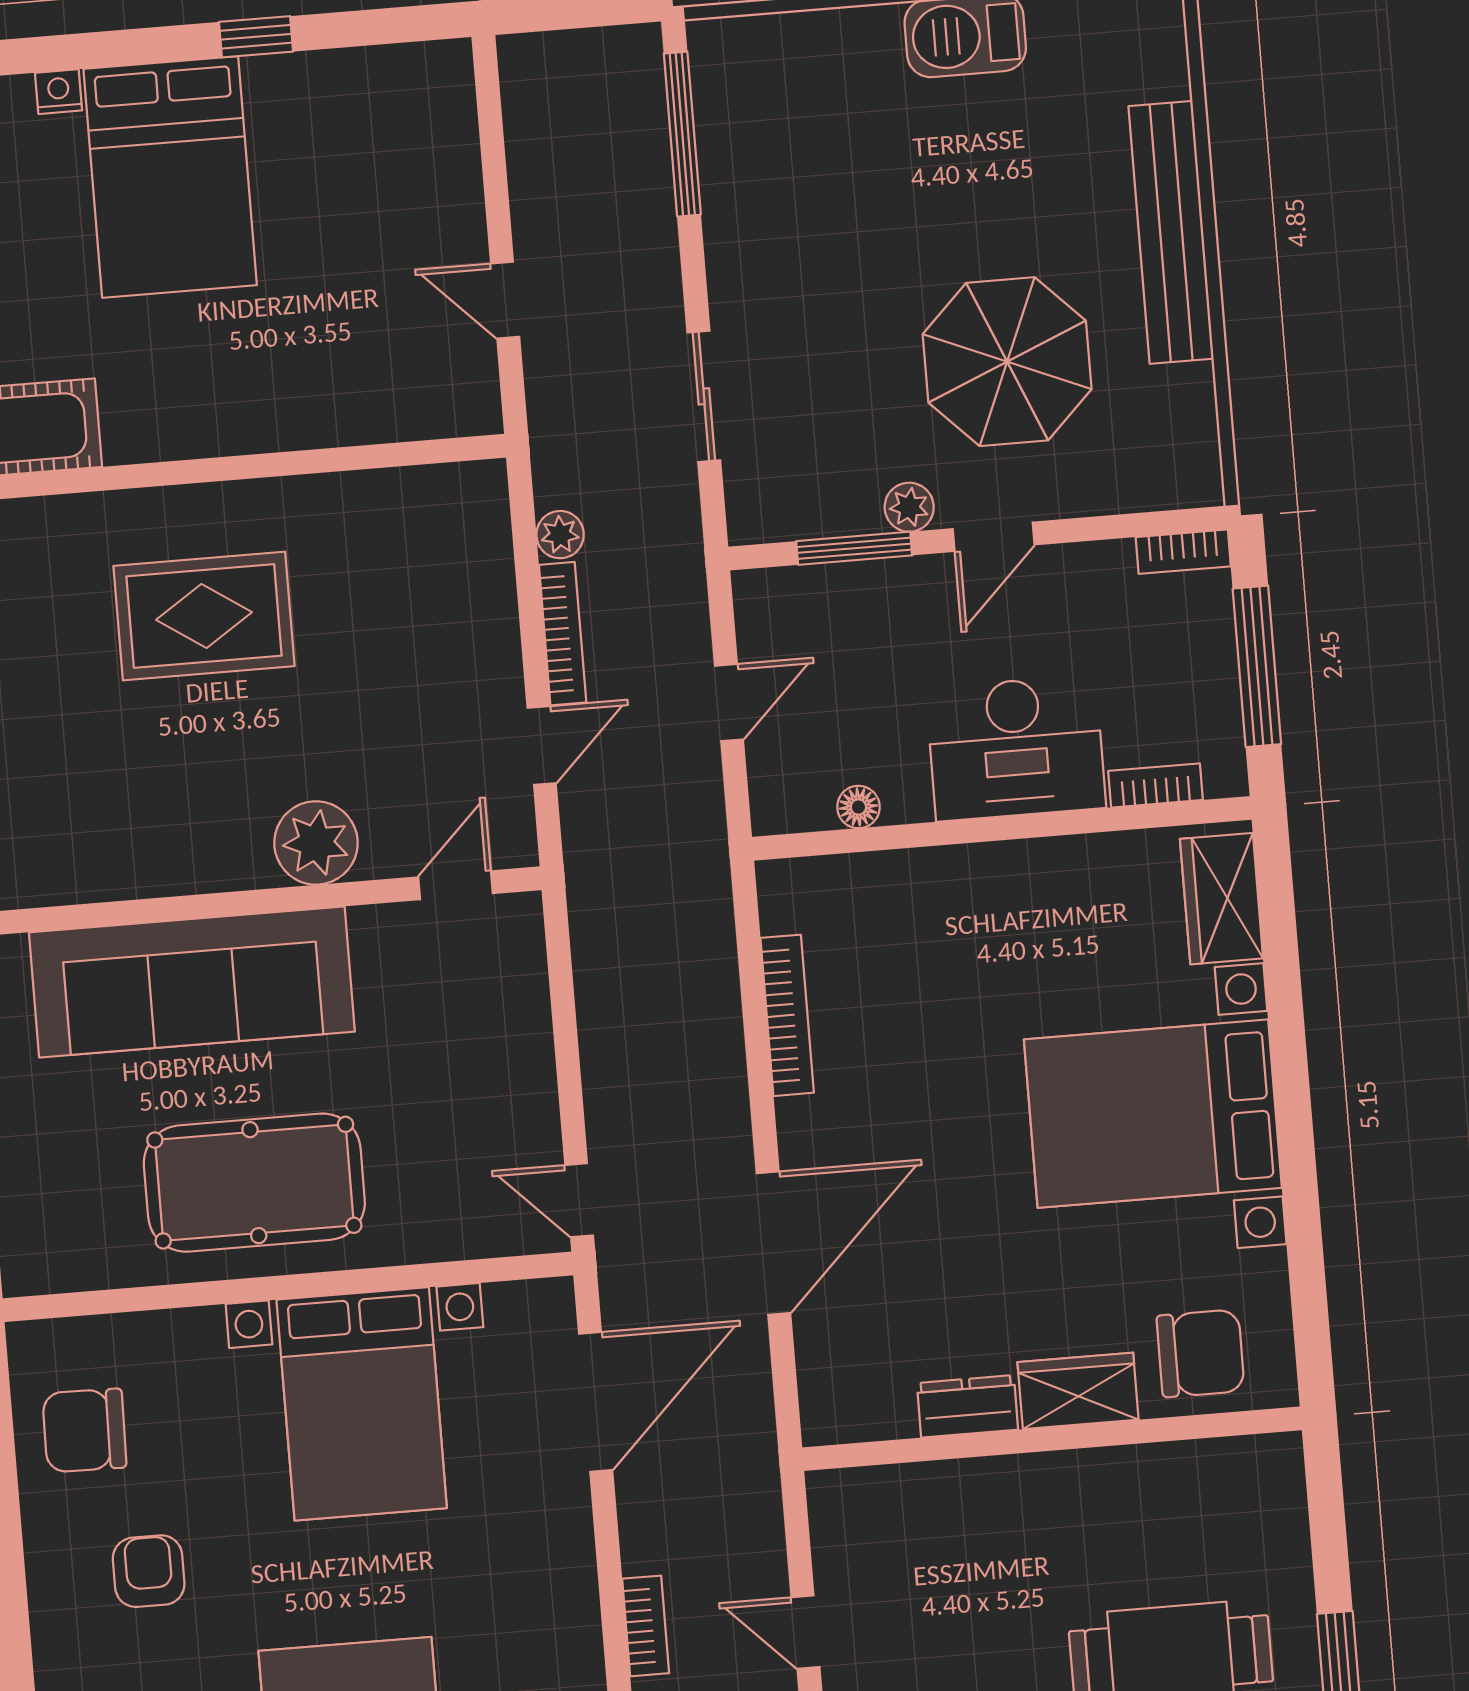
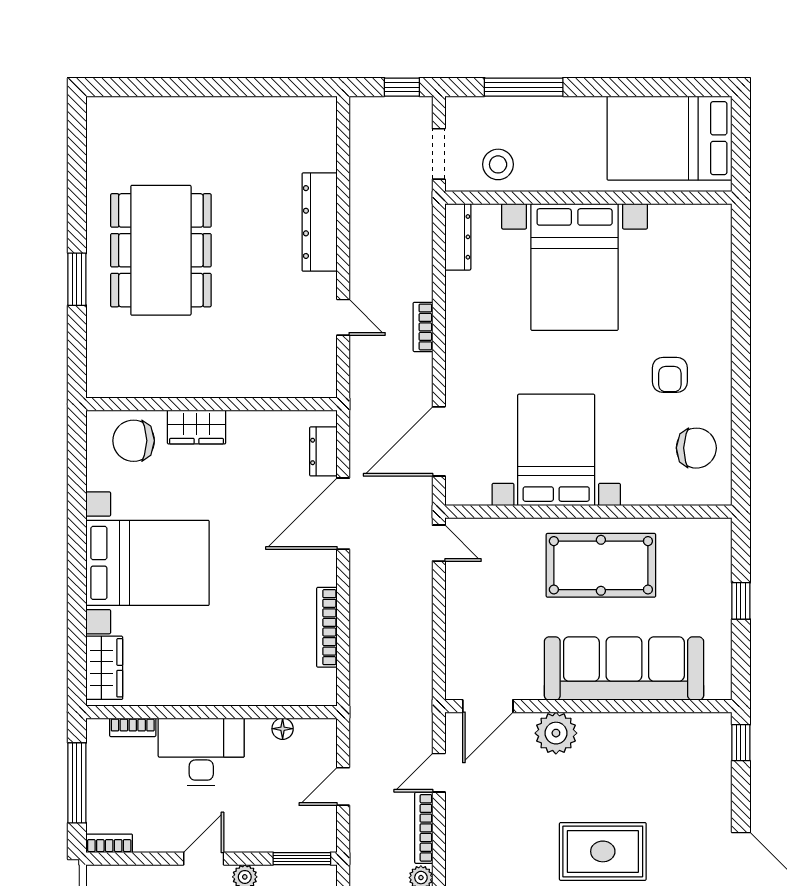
window: (854, 548) -> (302, 859), moved
door: (455, 885) -> (488, 706), width x1.38
dresser: (967, 1406) -> (323, 451), moved, turned 90

